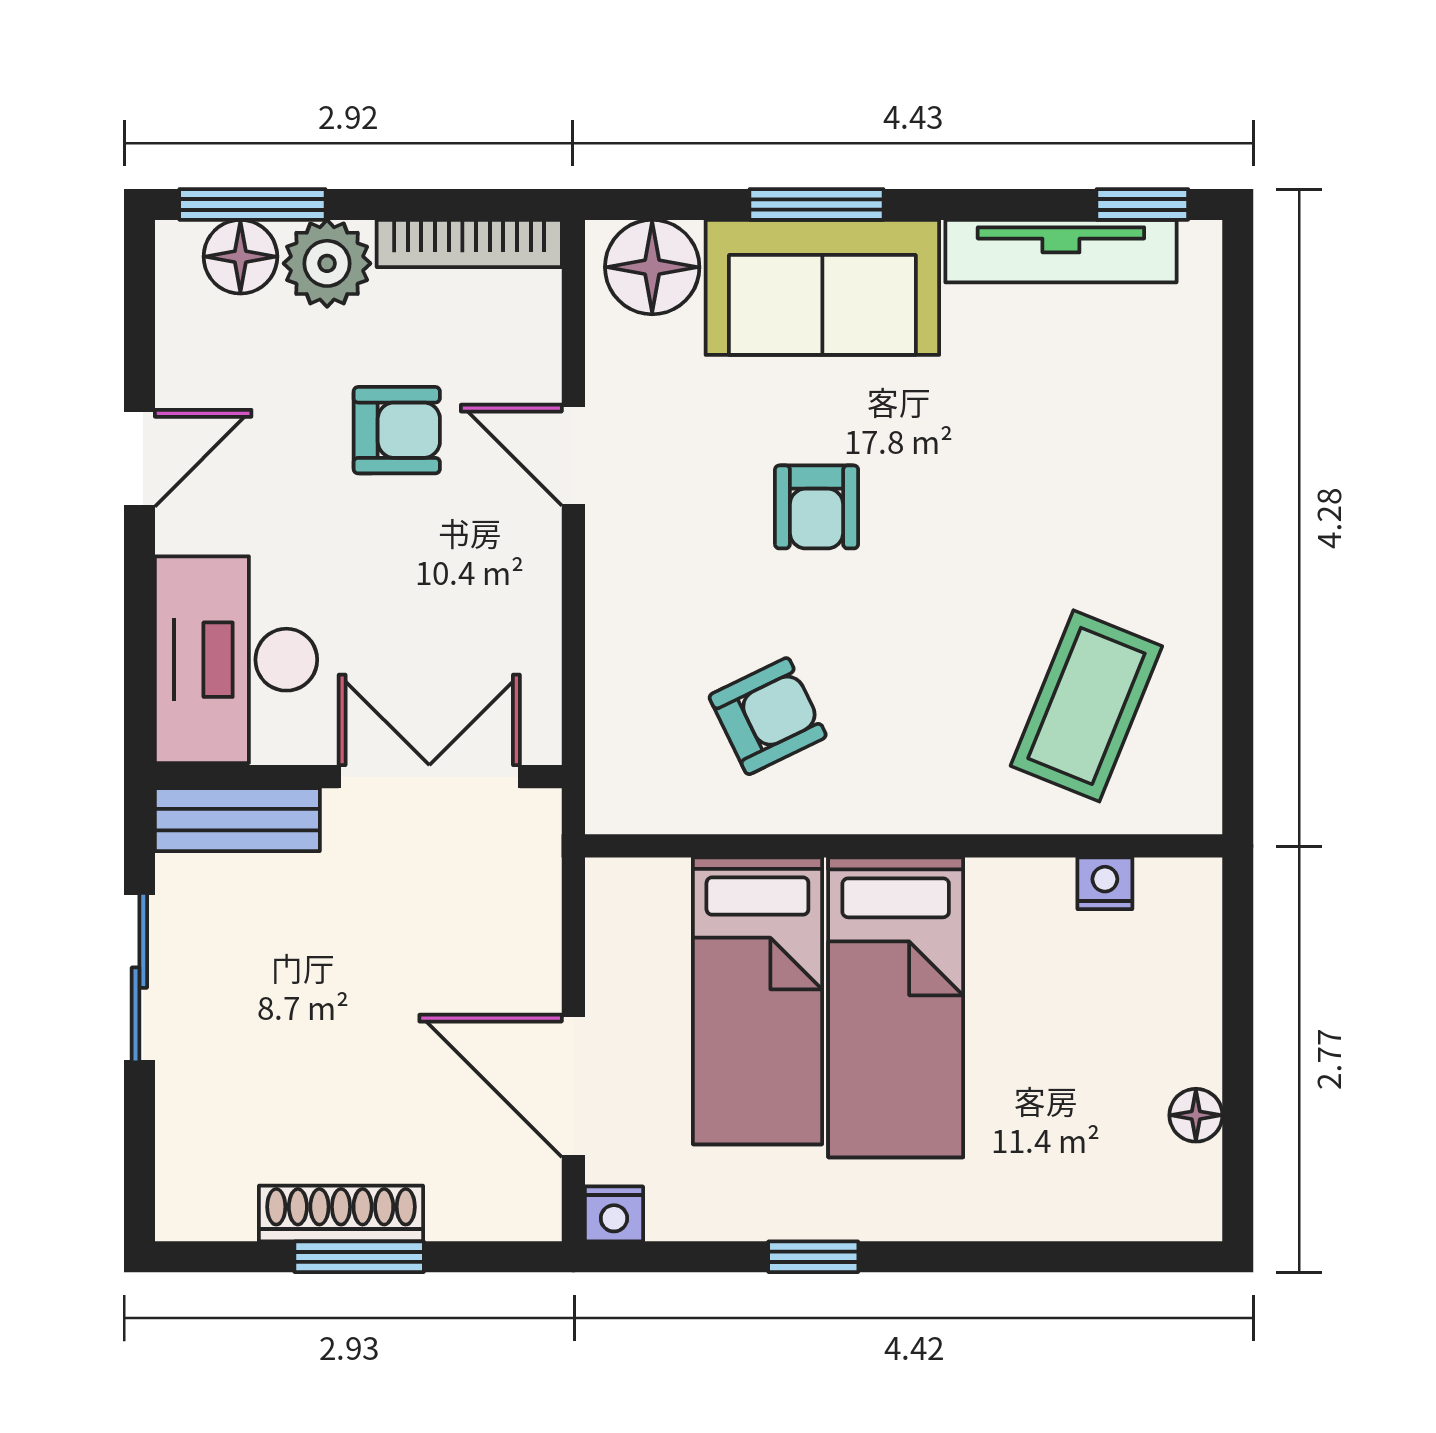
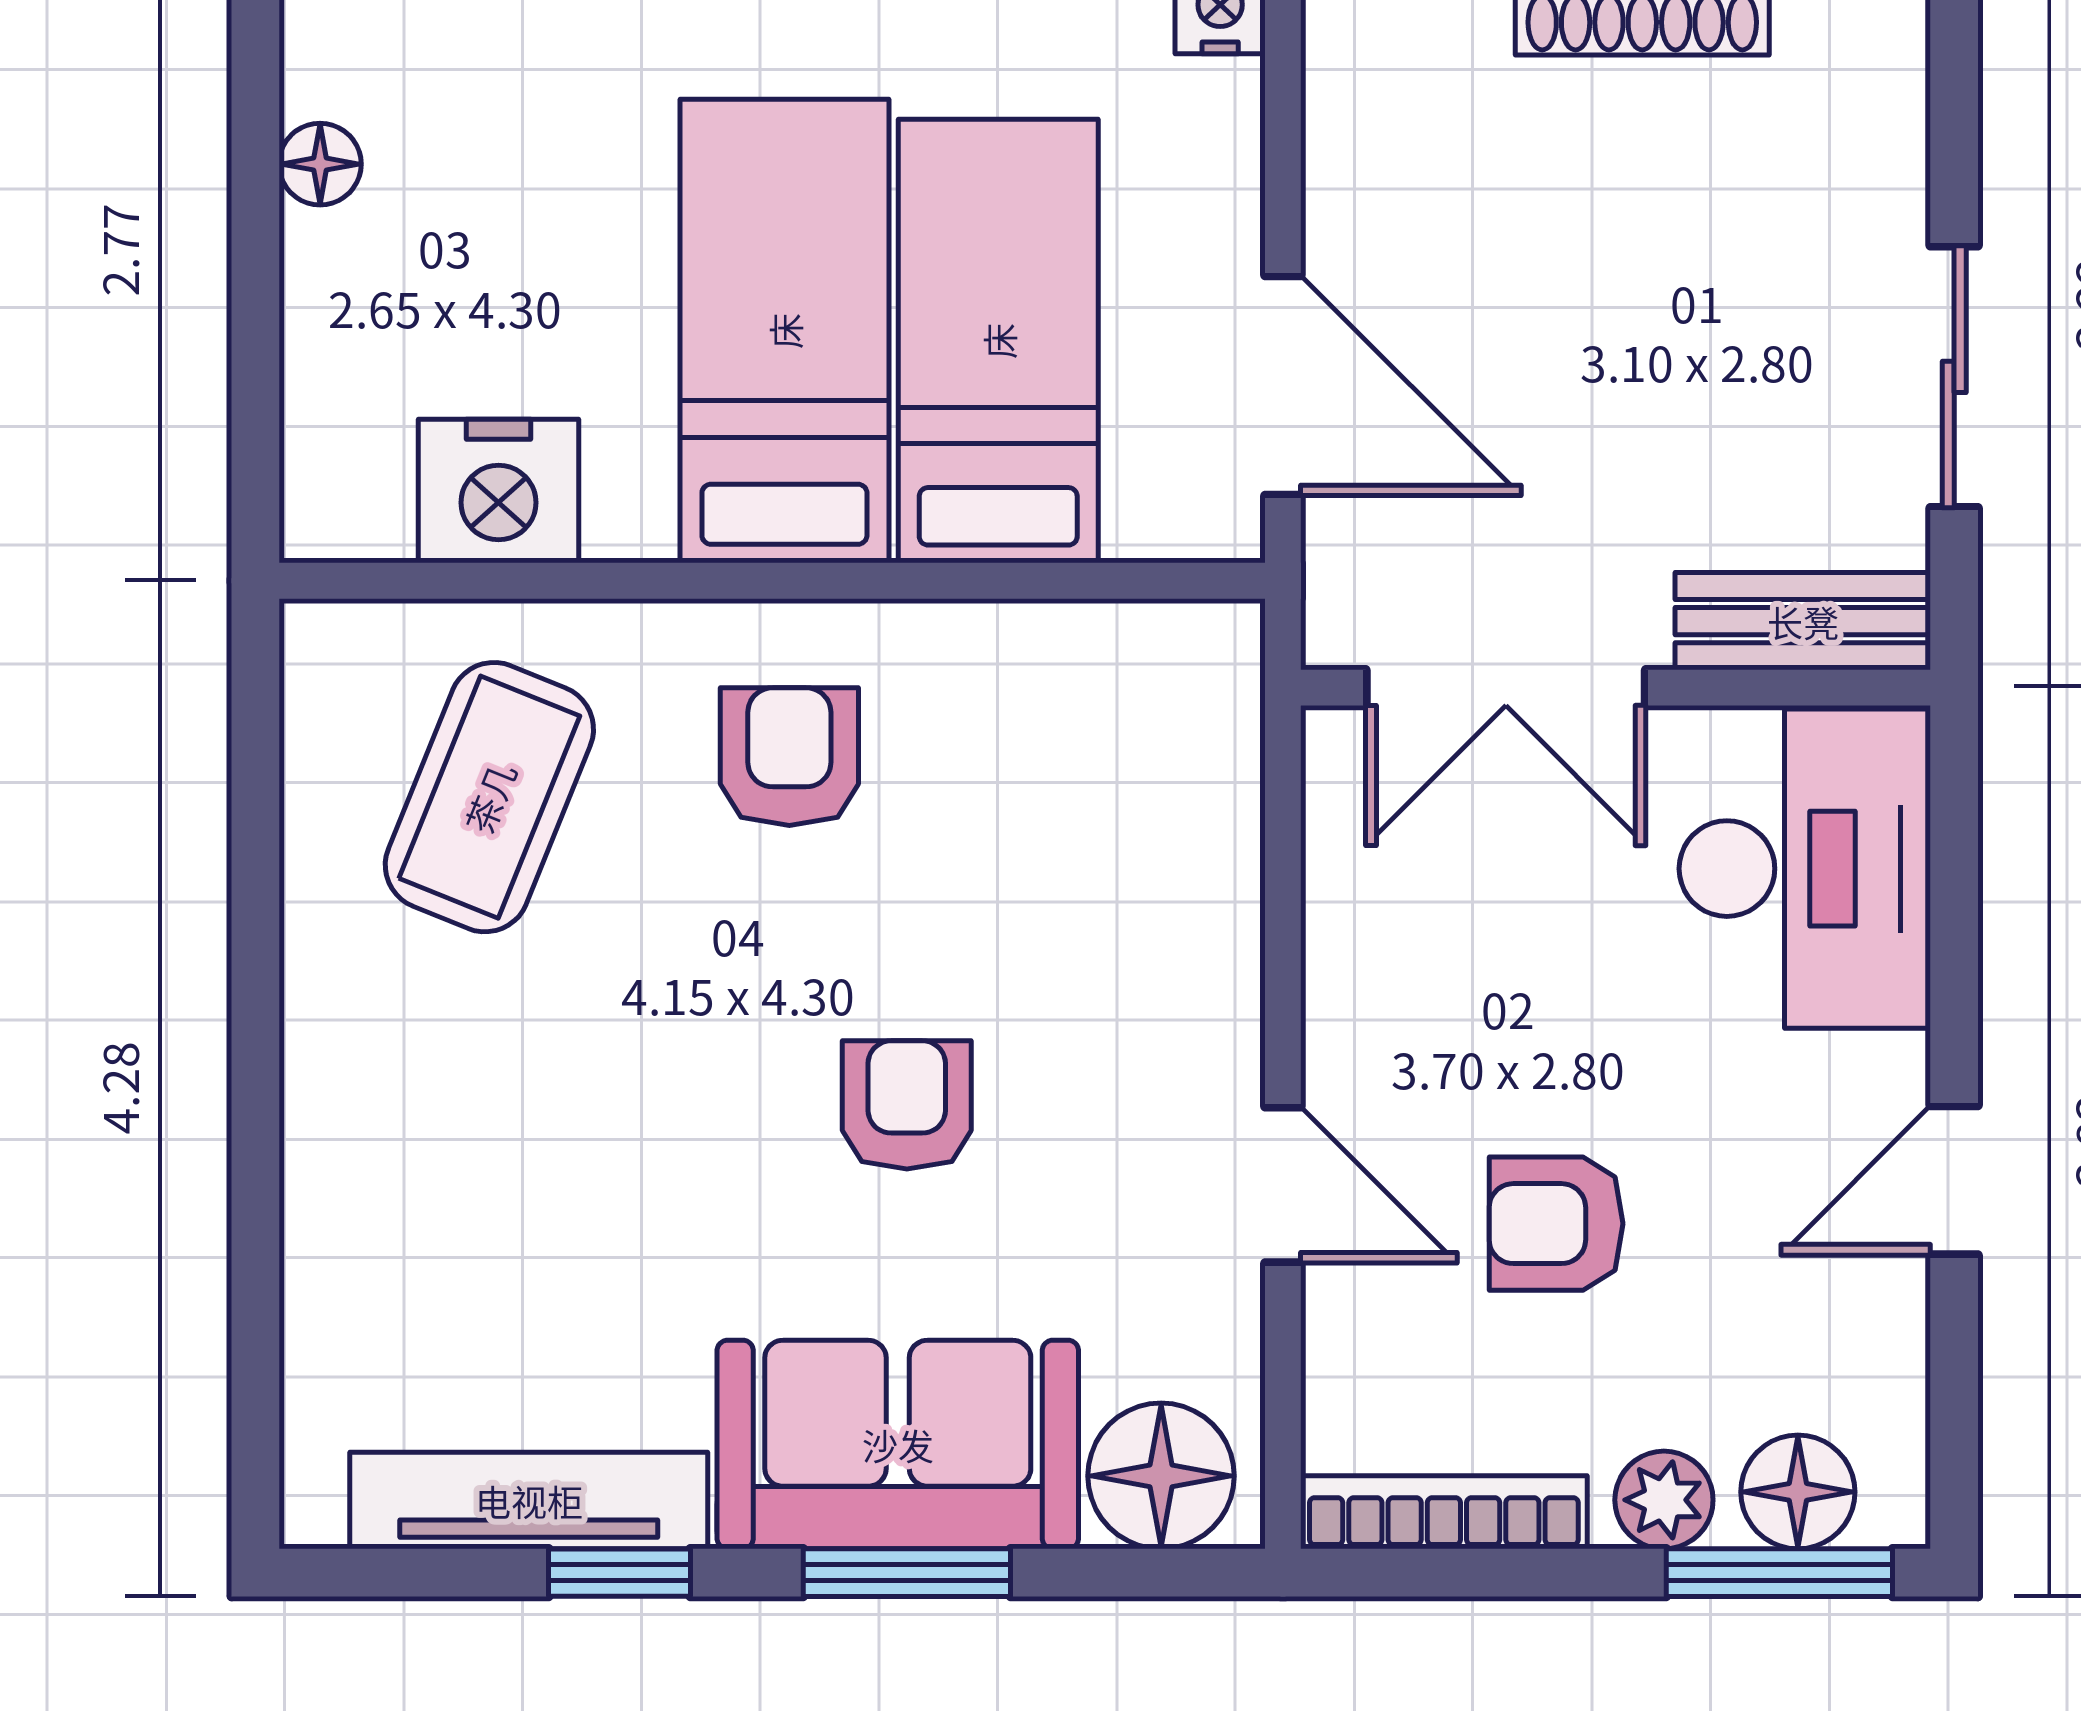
window: (1142, 204) -> (619, 1573), moved
plant: (327, 263) -> (1664, 1500), width x0.73, depth x0.73
armchair: (768, 716) -> (789, 757), moved, turned 116
nightstand: (1105, 883) -> (499, 491), width x1.89, depth x1.79
door: (573, 1086) -> (1283, 386), moved

